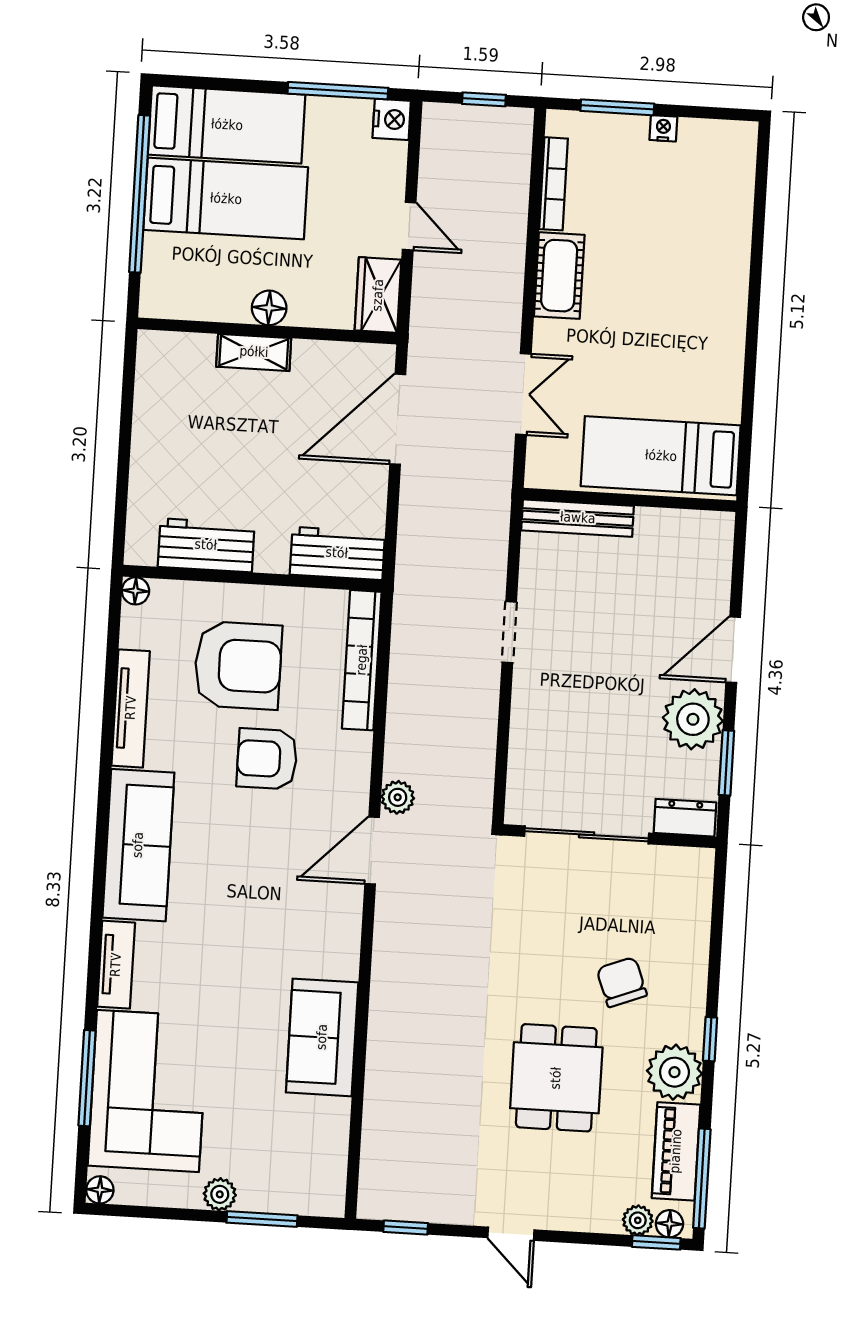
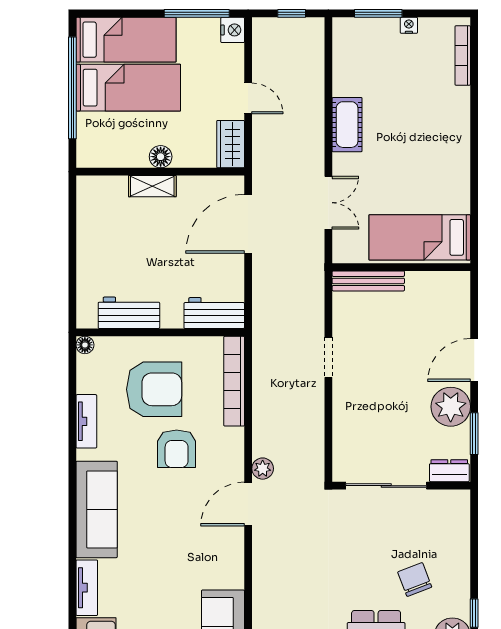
bookcase: (553, 184) -> (463, 55), moved, turned 180
tv unit: (131, 708) -> (86, 421), width x0.71
armchair: (267, 759) -> (177, 449), turned -90

